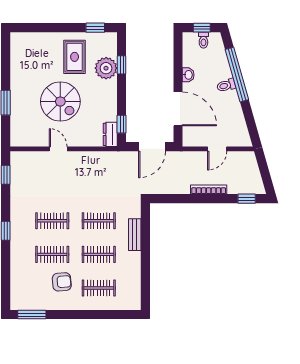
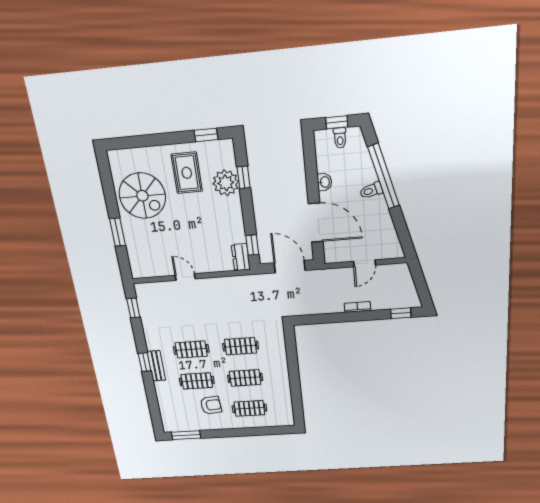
spiral stairs: (60, 102) -> (142, 196), moved
door: (152, 147) -> (290, 267), swing flipped
bookcase: (209, 190) -> (357, 307), width x0.64
bench: (135, 235) -> (156, 366), moved

